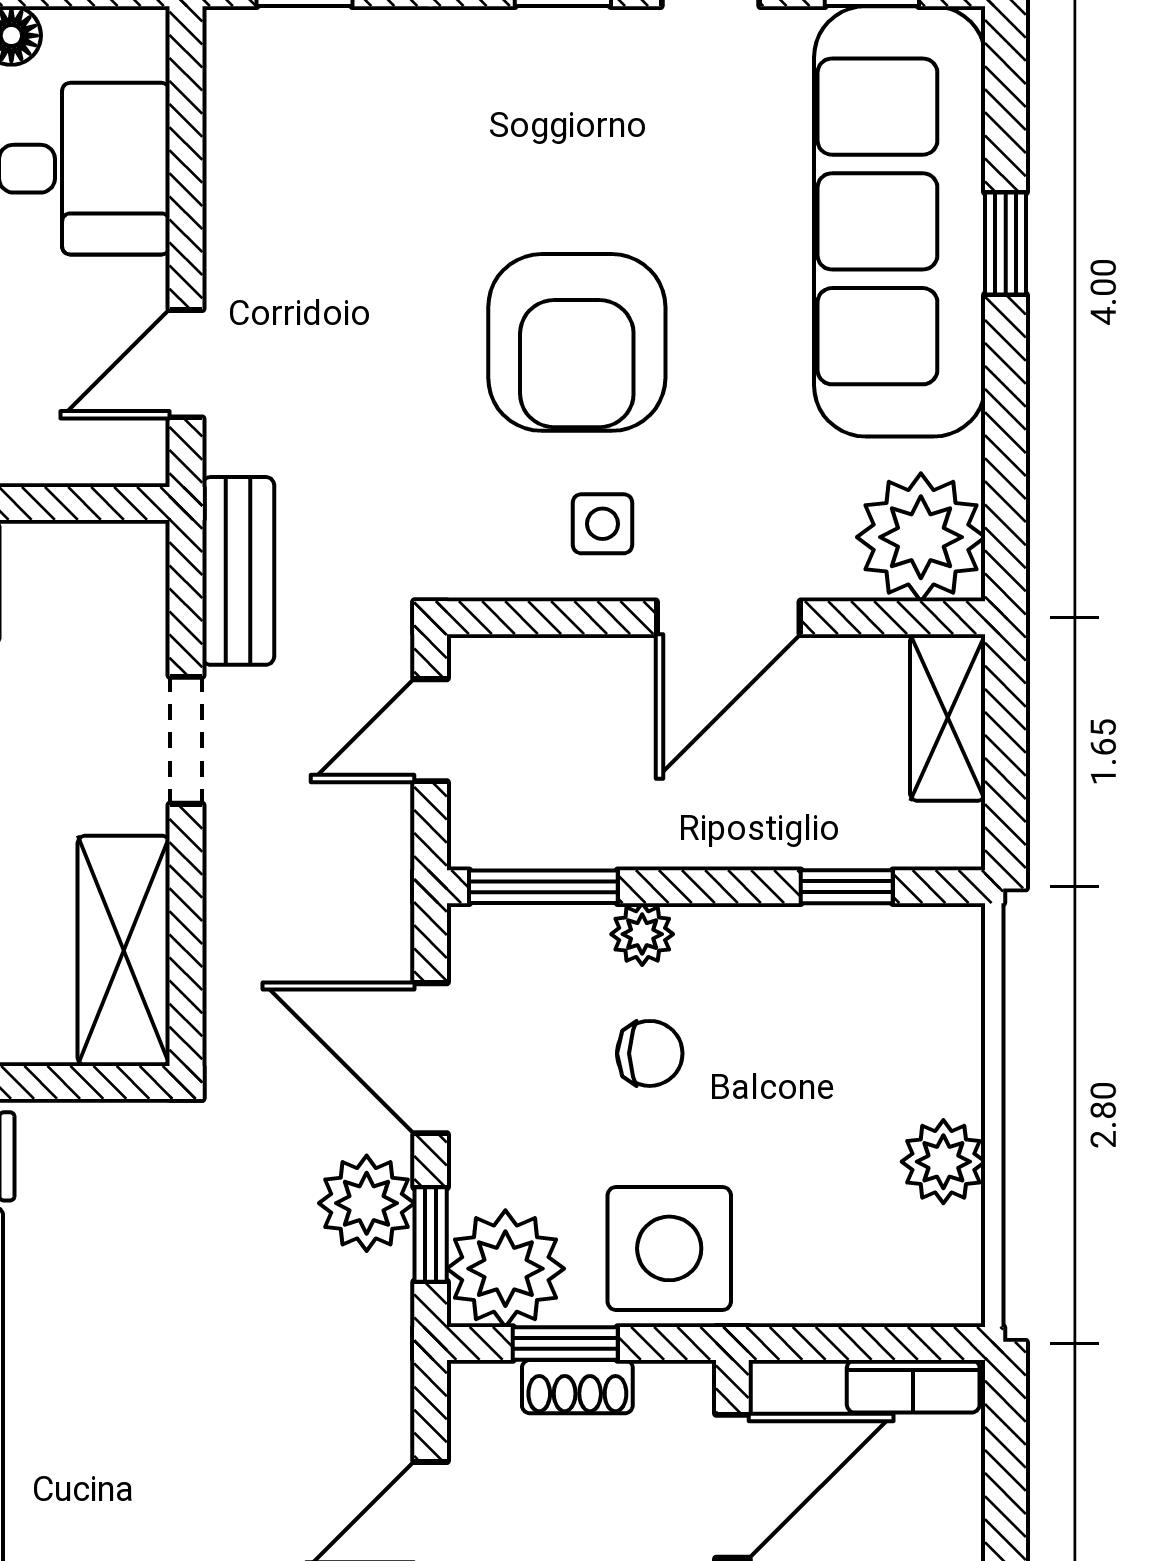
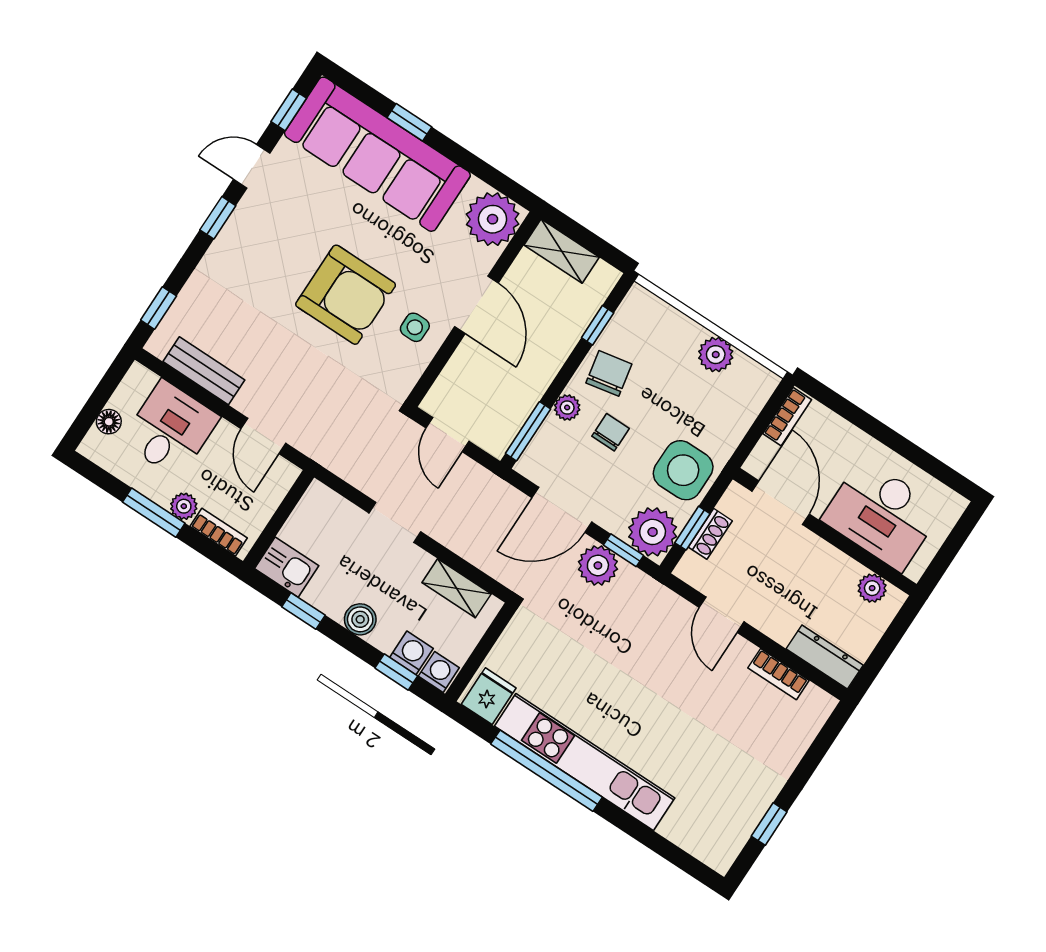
bench: (238, 571) -> (204, 371), moved
shelving: (124, 950) -> (457, 588), width x0.67, depth x0.75
chair: (765, 973) -> (609, 373), added

